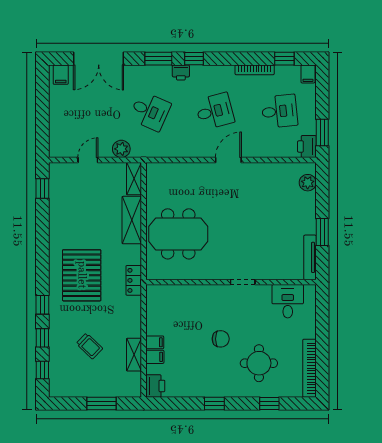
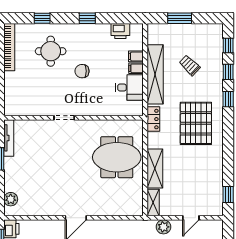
desk: (288, 301) -> (129, 87), moved, turned -90
shelving: (134, 355) -> (155, 74), width x2.20, depth x1.33
printer: (155, 386) -> (120, 31), moved, turned -90

